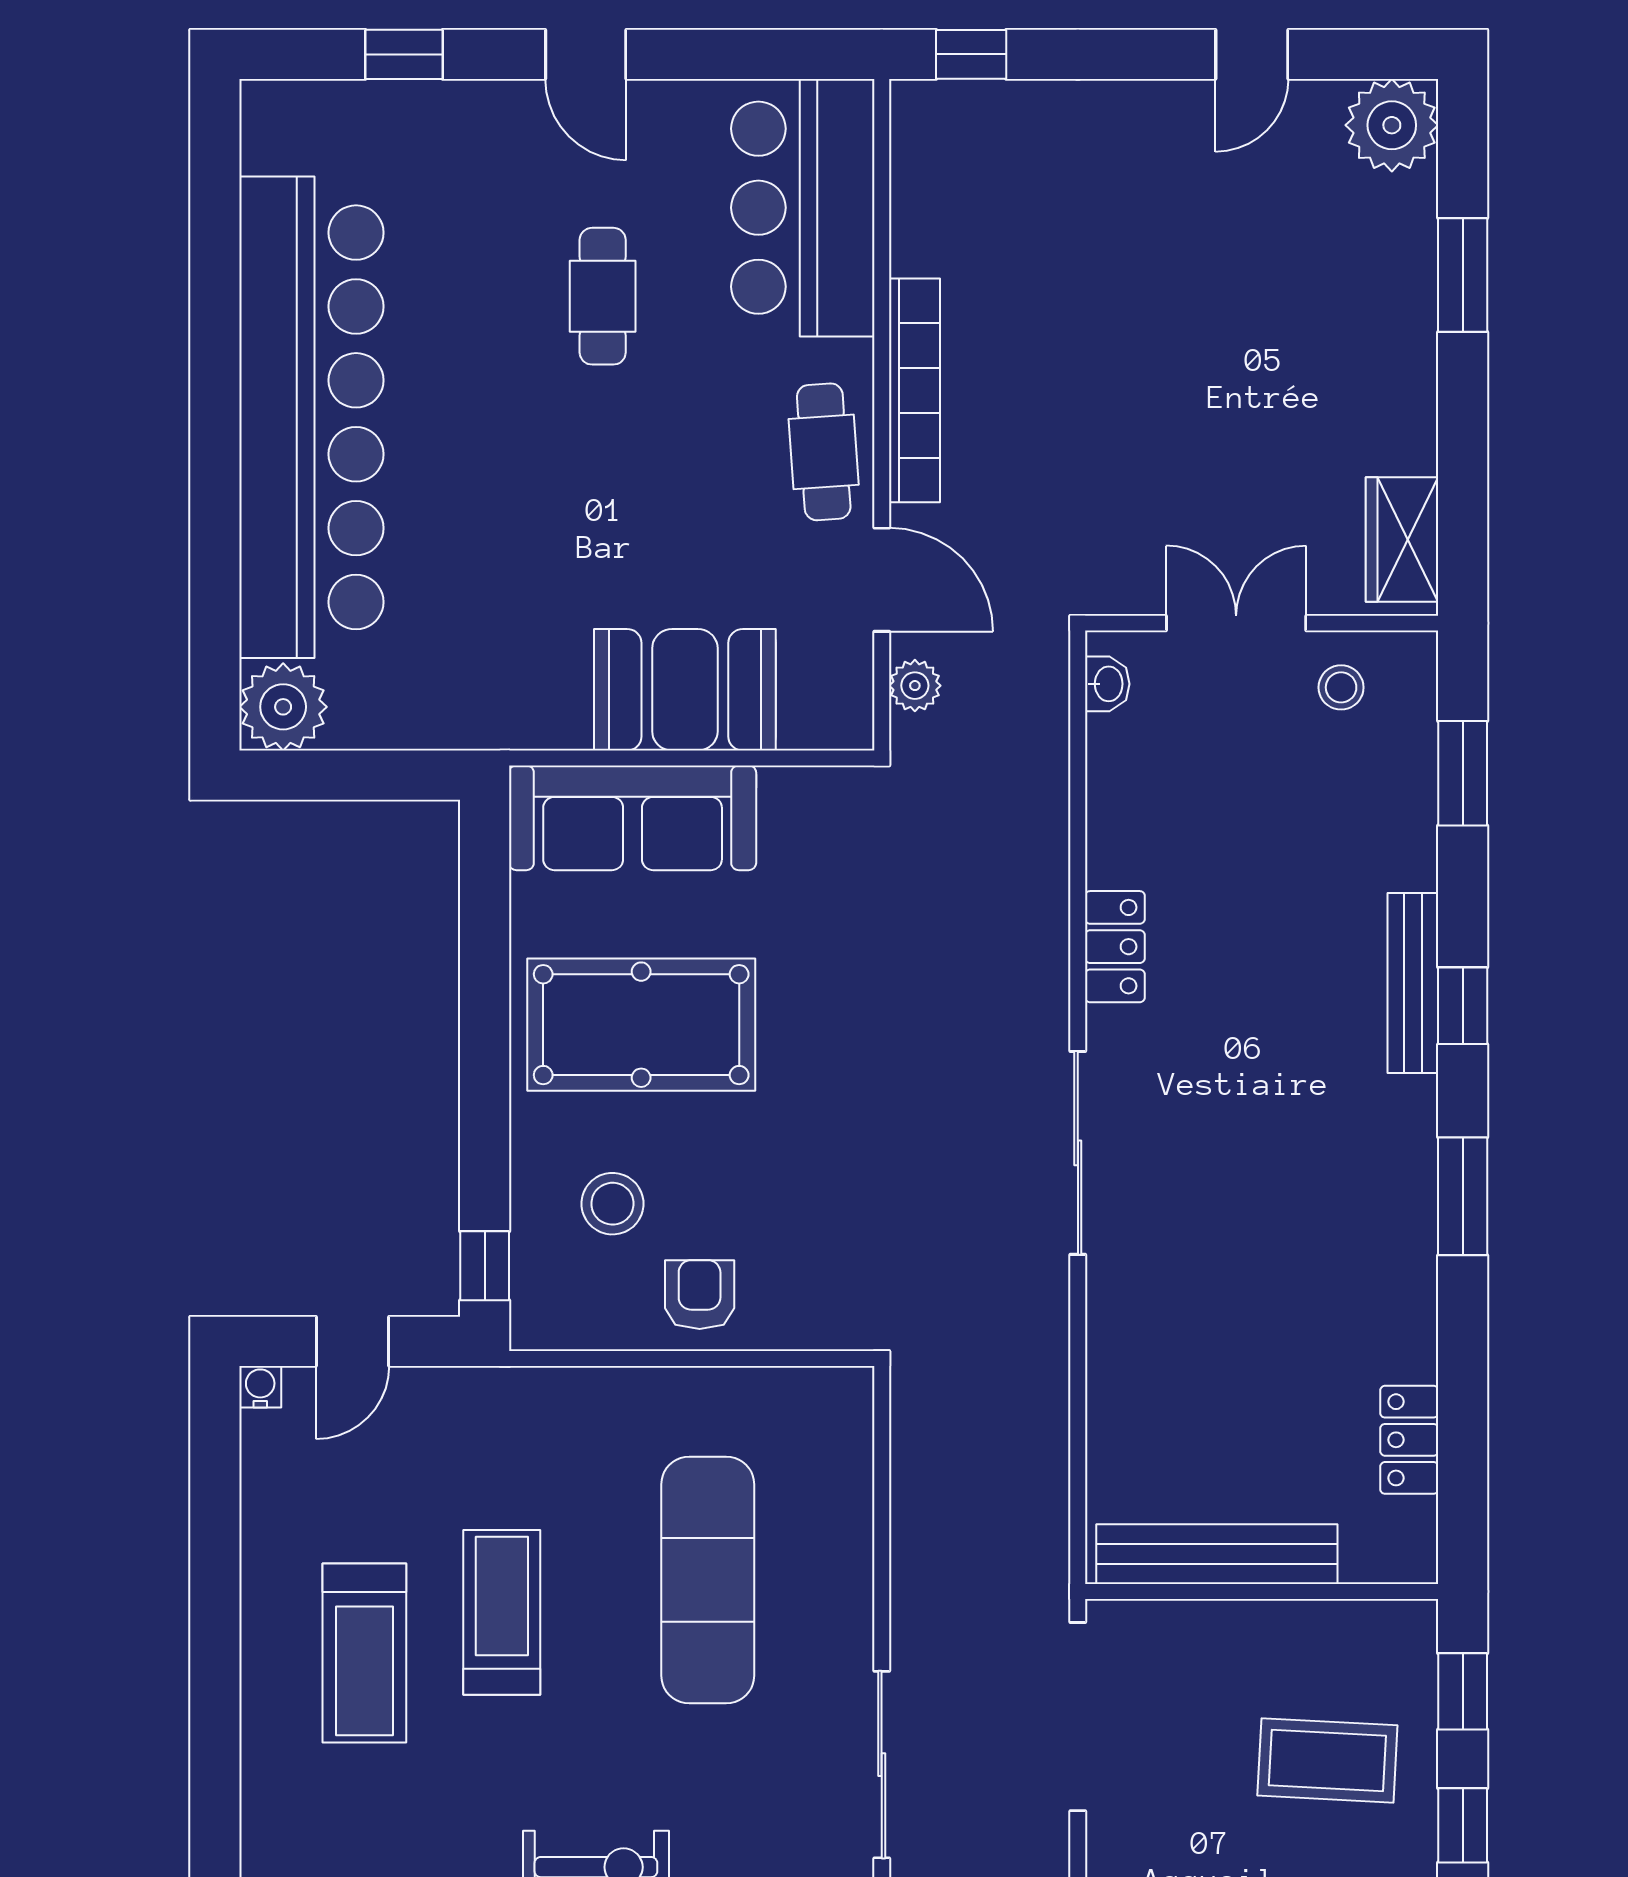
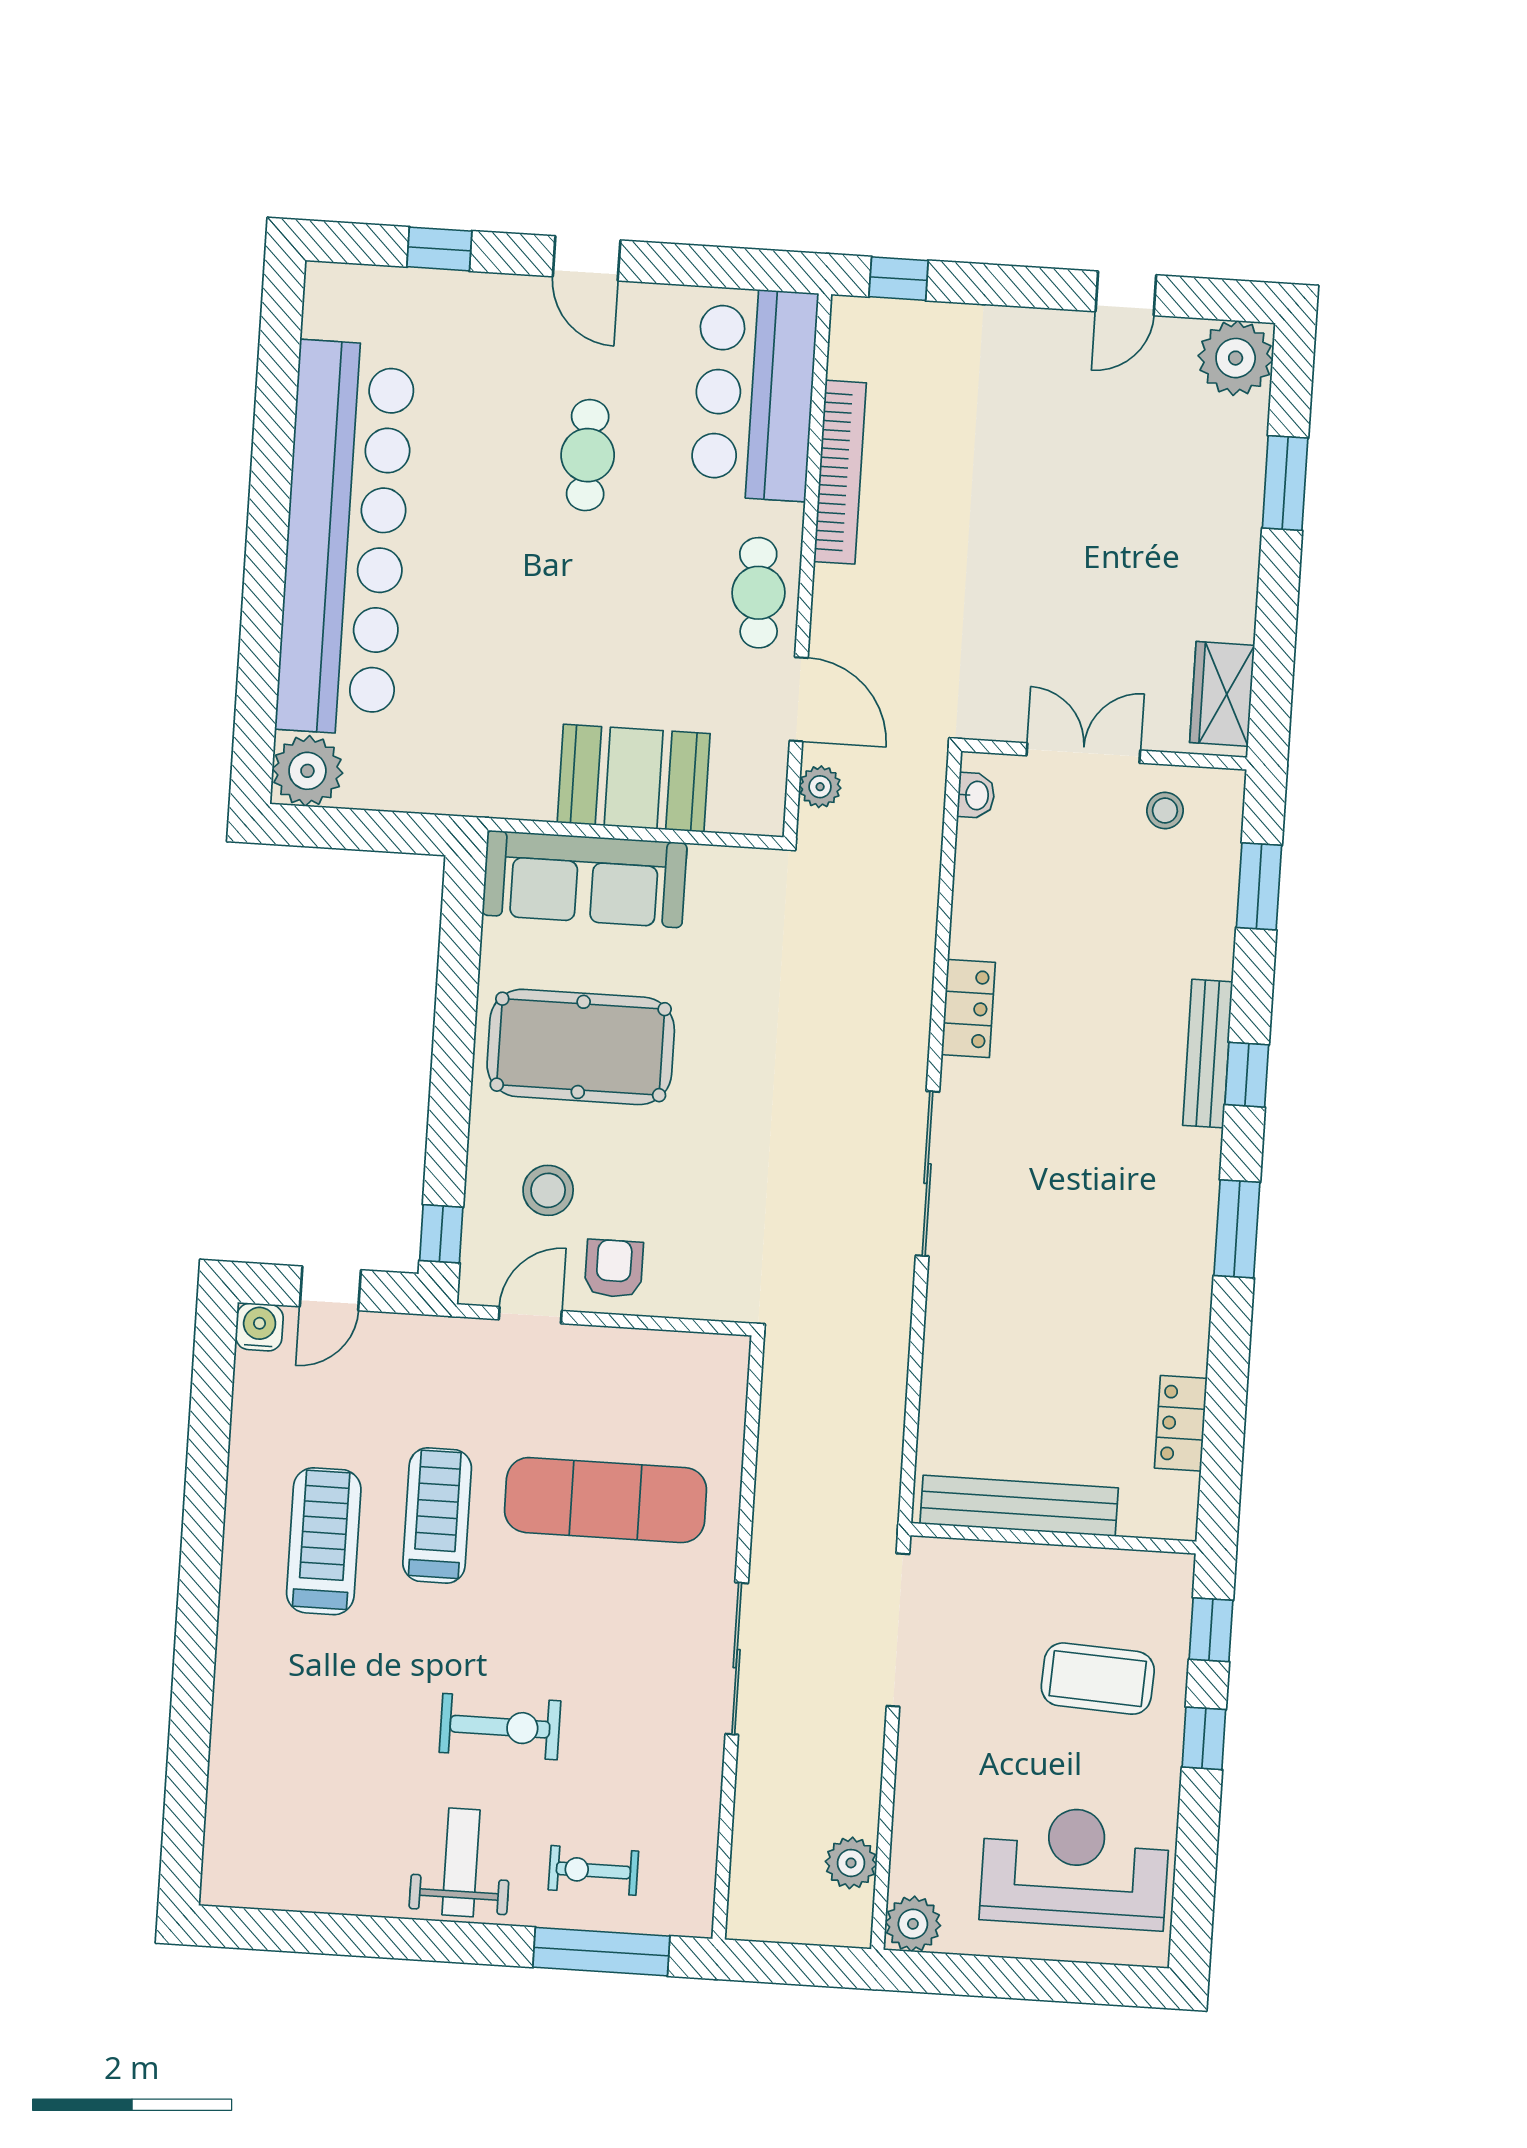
bookcase: (914, 390) -> (840, 472), moved
door: (600, 1359) -> (530, 1315), added
water cooler: (260, 1387) -> (259, 1327), width x1.38, depth x1.38
exercise mat: (708, 1580) -> (606, 1500), turned 90
treadmill: (364, 1653) -> (324, 1541), turned 180

